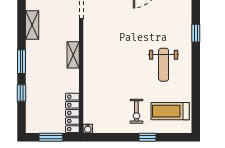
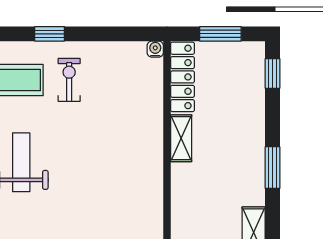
shelving: (73, 55) -> (181, 138), moved
window: (21, 93) -> (273, 73), moved

